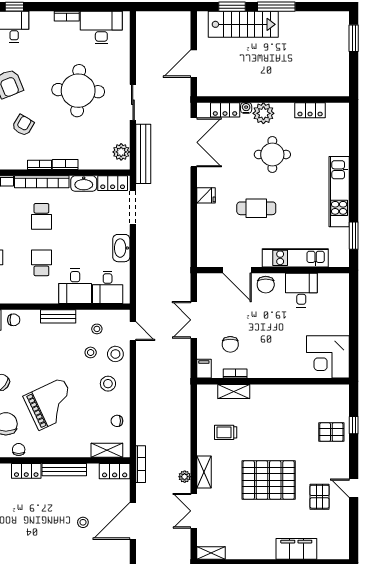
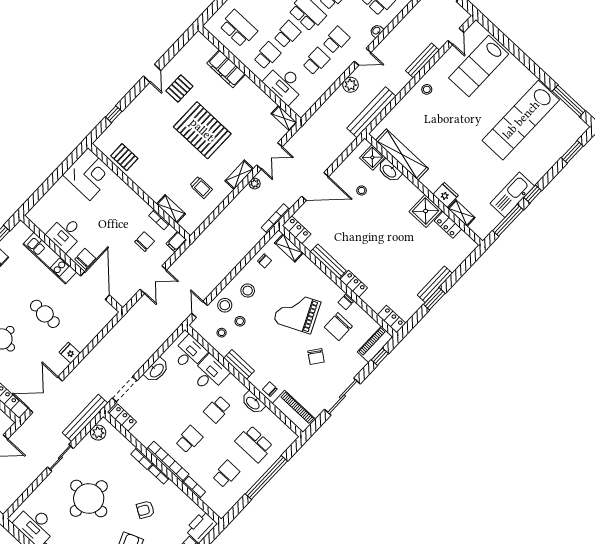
washbasin: (84, 184) -> (253, 403), moved, turned 180
door: (237, 270) -> (95, 286), width x1.36
pallet: (331, 432) -> (124, 157), moved
stool: (83, 522) -> (362, 190), moved

